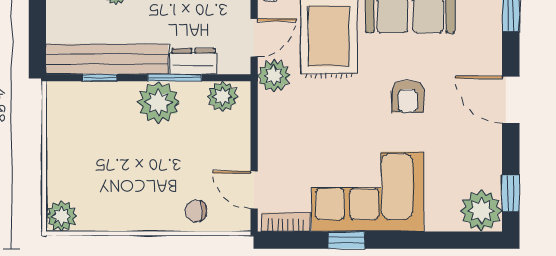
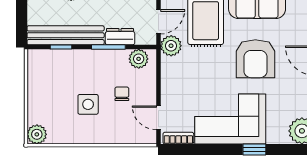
armchair: (408, 96) -> (255, 59), width x1.88, depth x1.88
plant: (158, 102) -> (98, 63), removed
side table: (143, 169) -> (88, 104), added
chair: (196, 211) -> (122, 94), moved, turned 90
window: (347, 240) -> (254, 150), moved

